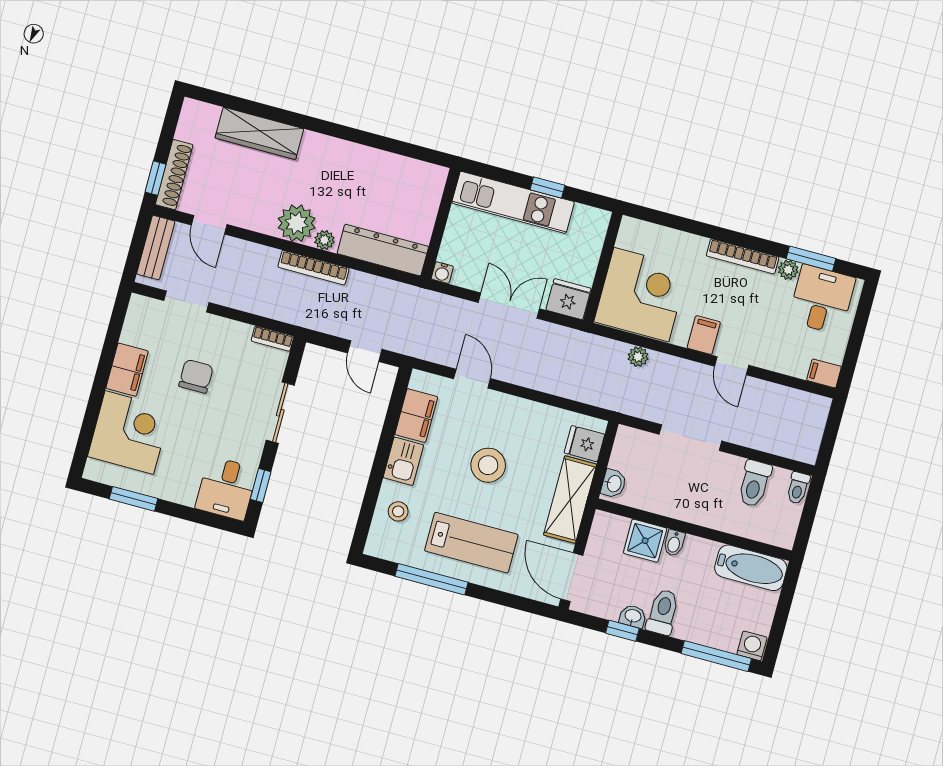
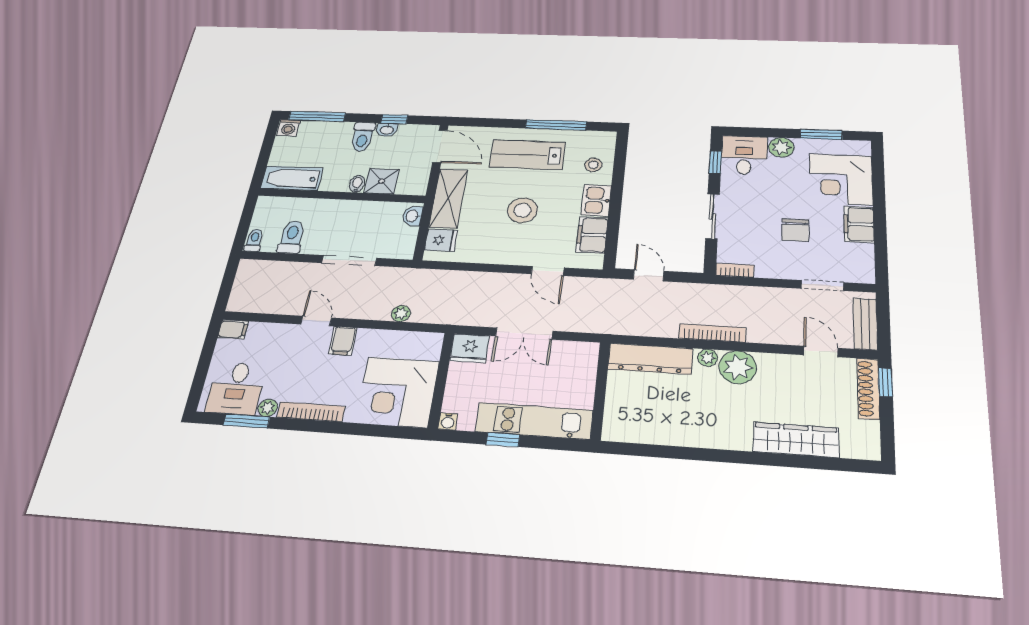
water cooler: (442, 273) -> (448, 421), moved, turned 180
corner desk: (641, 295) -> (398, 392), moved
plant: (182, 490) -> (781, 147), added

